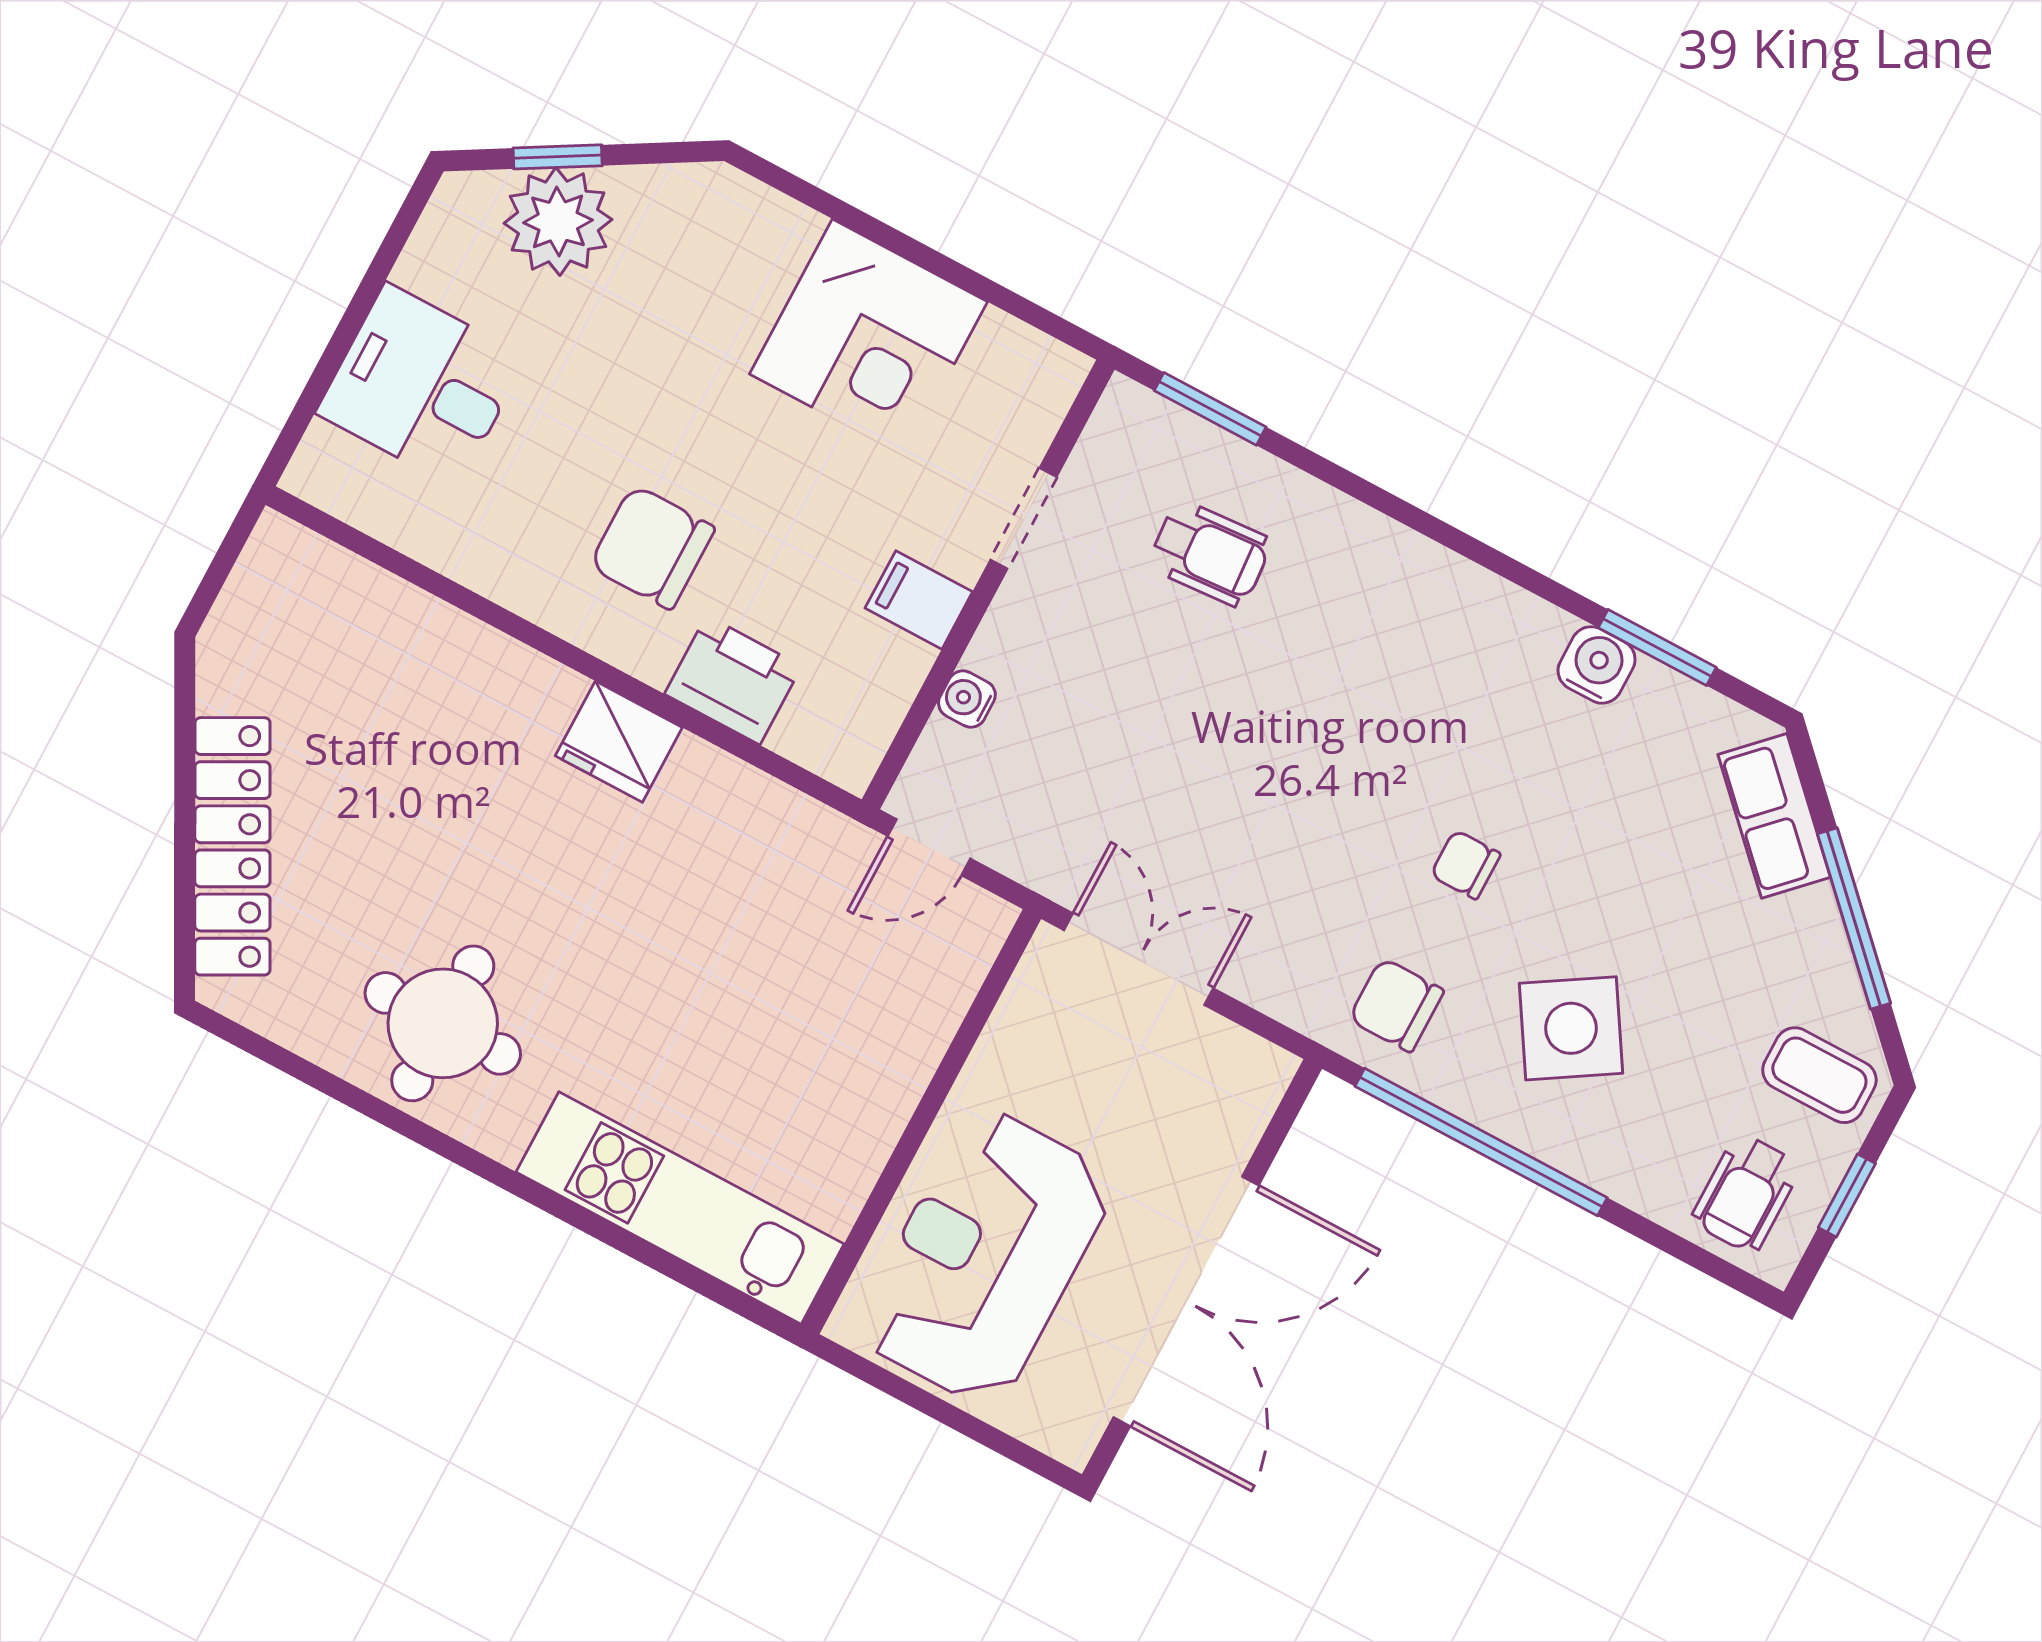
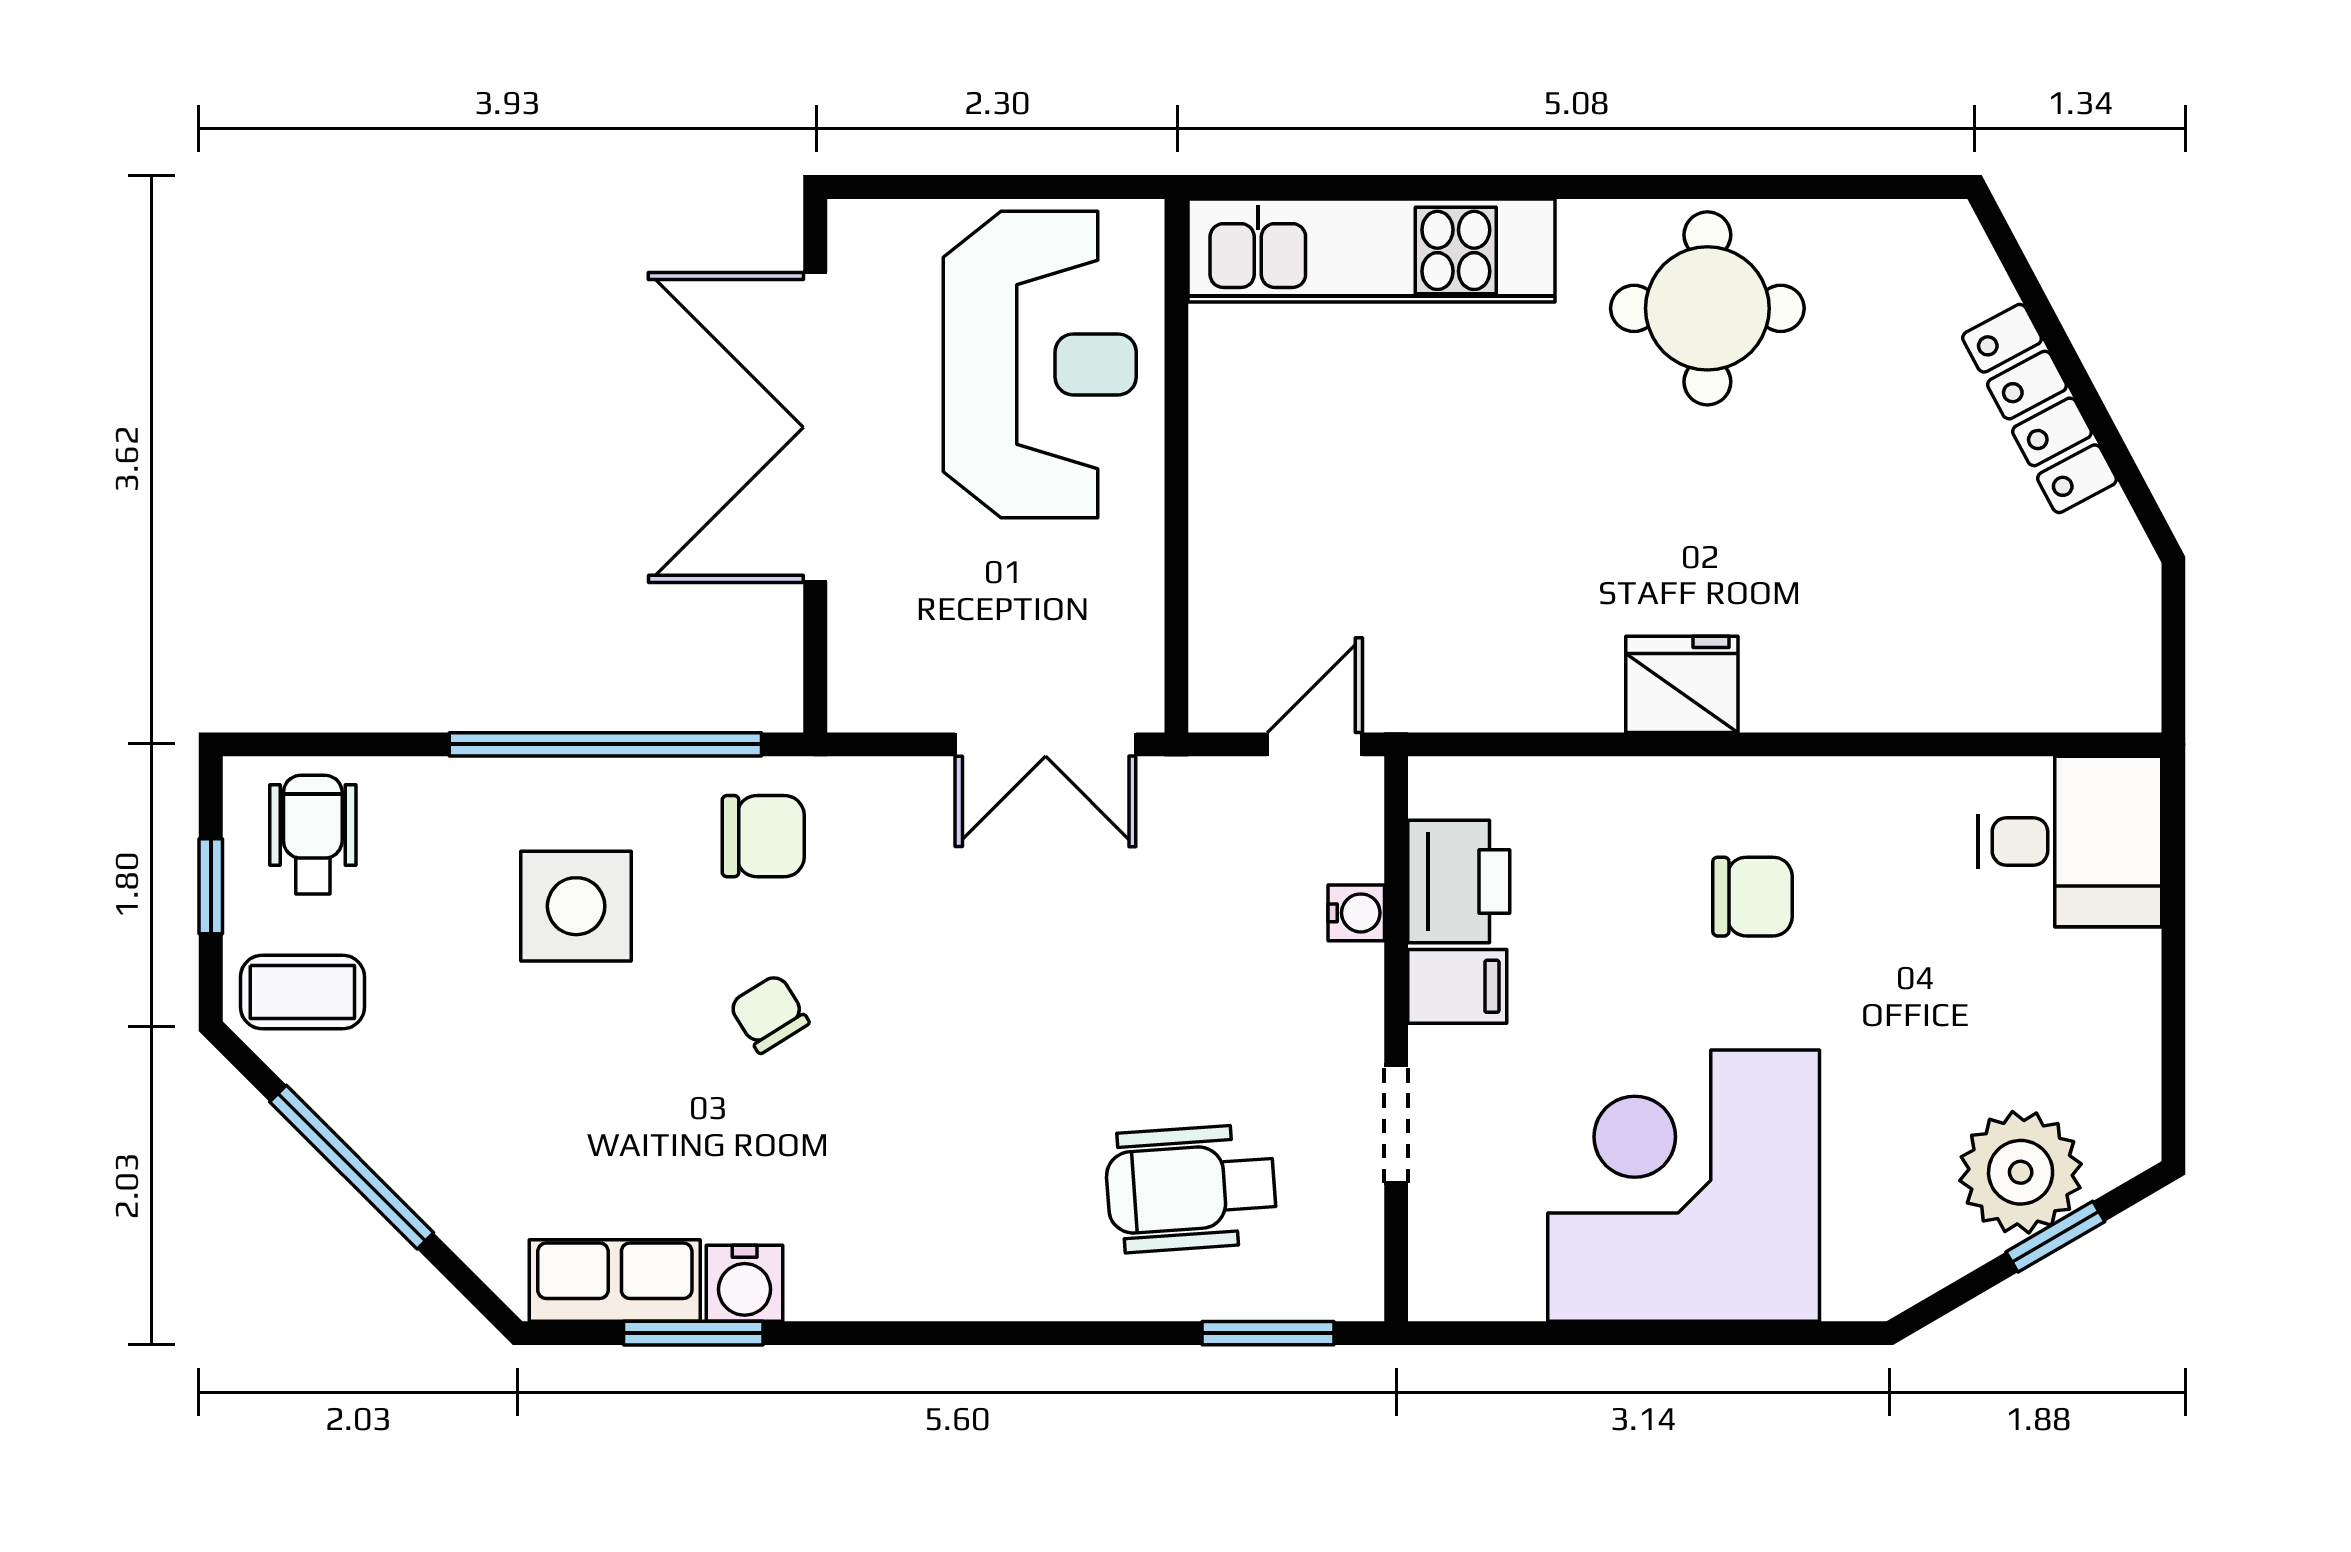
corner desk: (868, 338) -> (1684, 1186), width x1.36, depth x1.36
desk: (421, 385) -> (2070, 841), moved
chair: (652, 547) -> (1753, 897), width x0.73, depth x0.73
wheelchair: (1210, 553) -> (1191, 1188), width x1.36, depth x1.37
printer: (733, 680) -> (1459, 882), moved, turned -90
row of seats: (1774, 816) -> (615, 1281), moved, turned -45
locker: (232, 846) -> (2040, 408), width x0.71, depth x0.83
chair: (1466, 865) -> (769, 1014), turned -122
side table: (1571, 1028) -> (576, 906), turned 32

